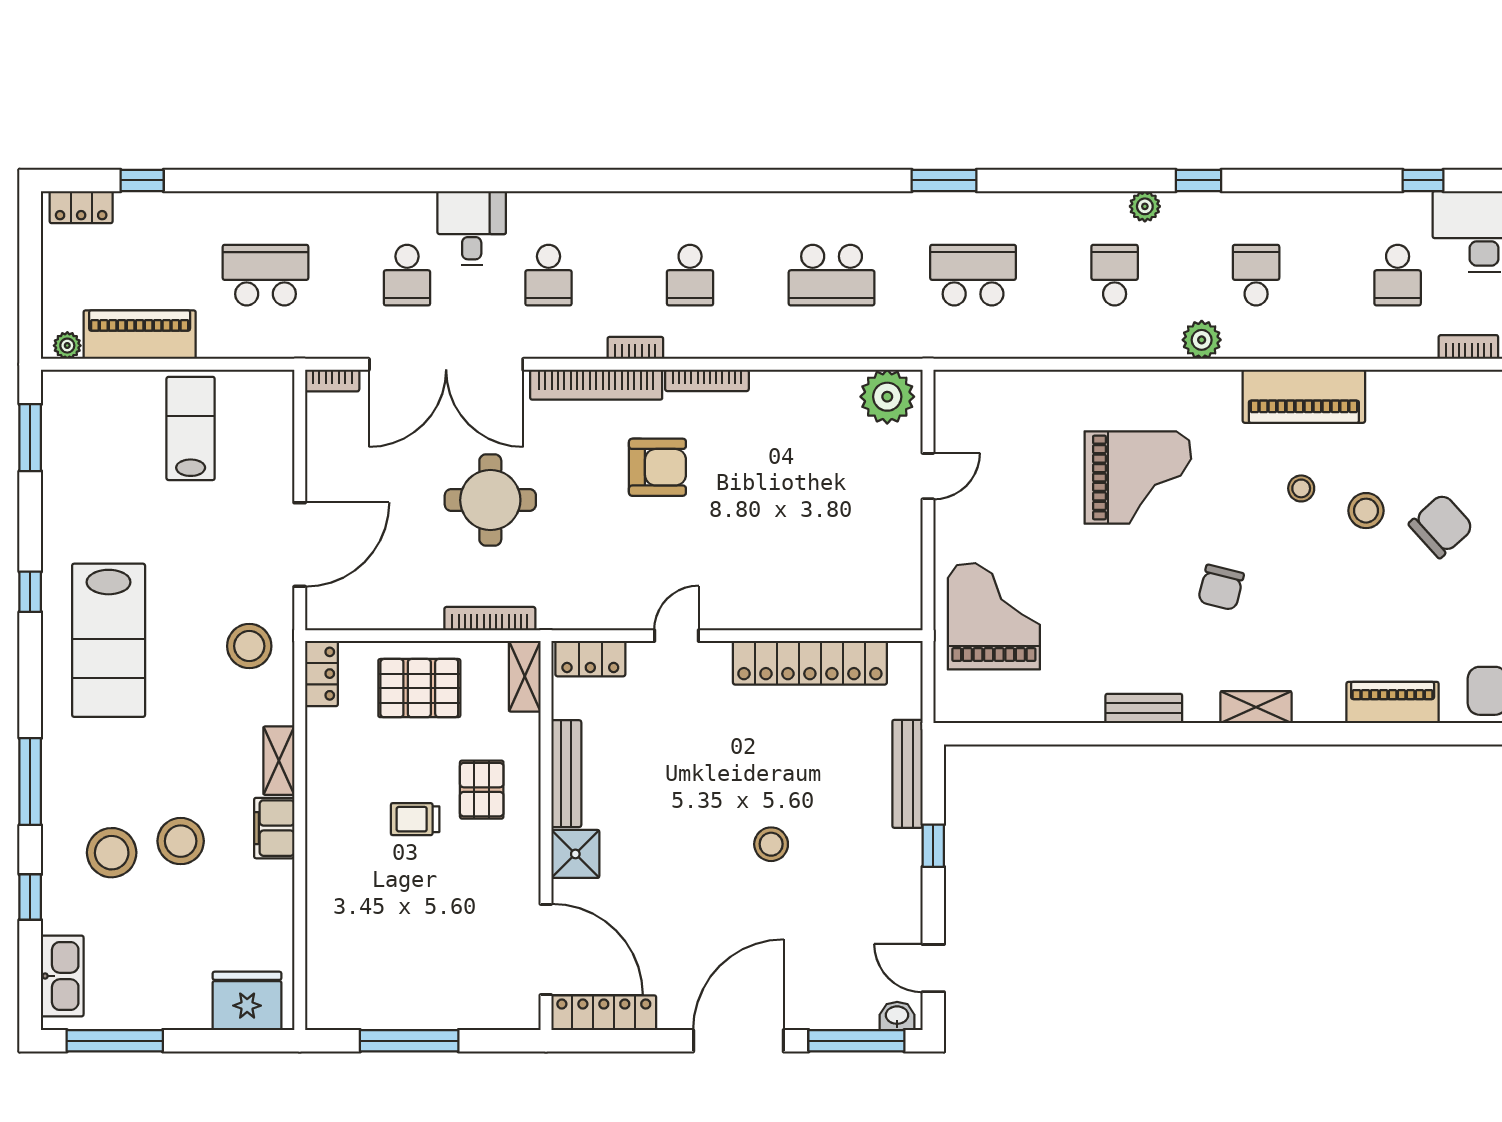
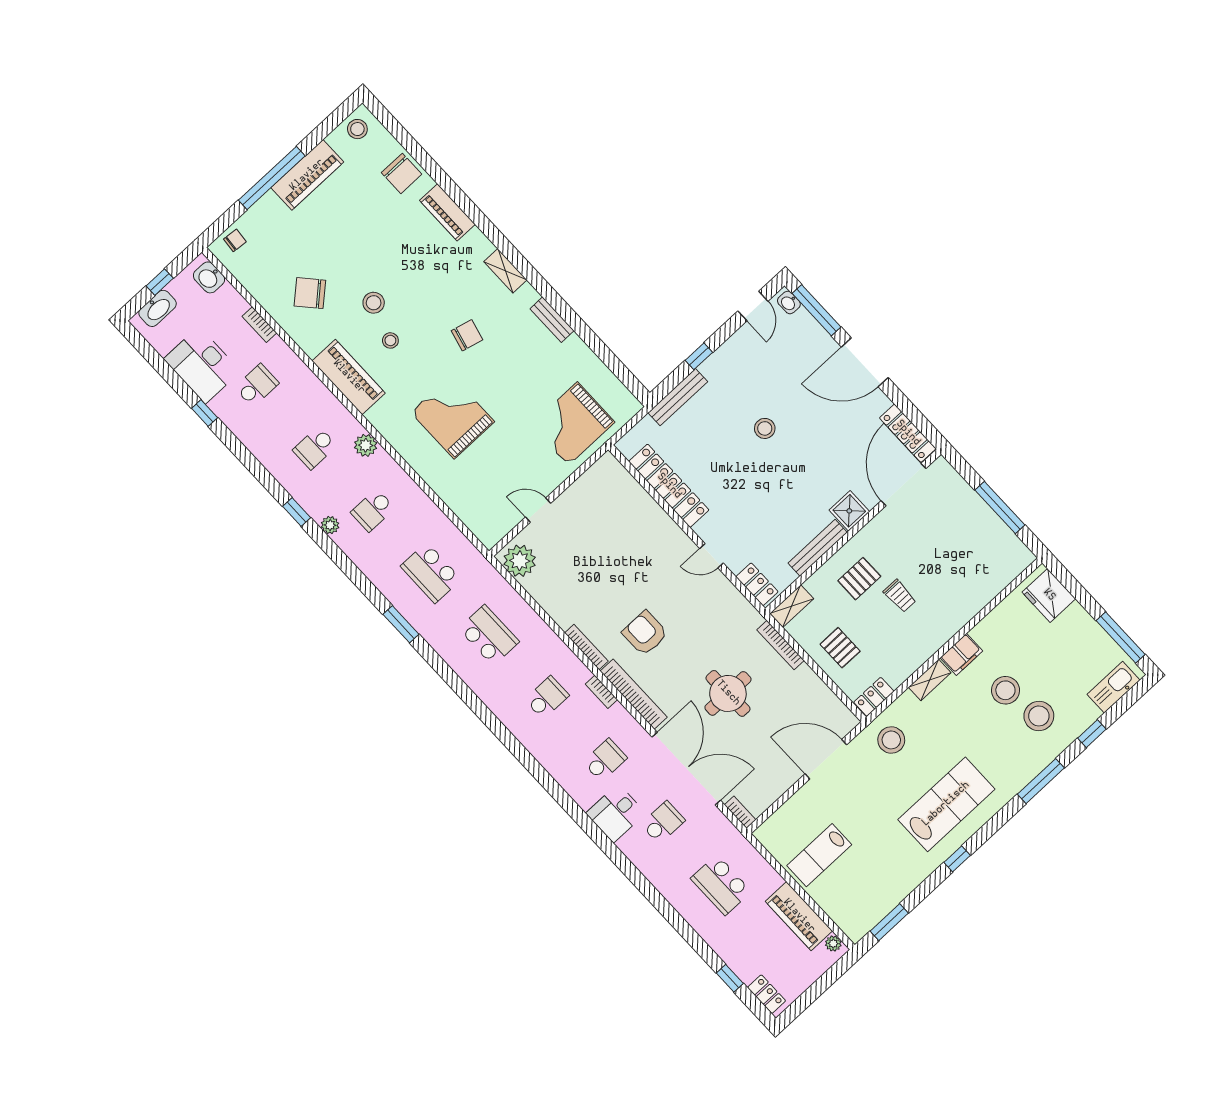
chair: (1441, 526) -> (310, 293), moved
pallet: (419, 688) -> (840, 648), width x0.67, depth x0.71

